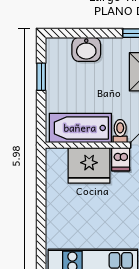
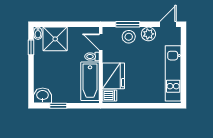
washbasin: (86, 49) -> (43, 96), moved, turned -90
dishwasher: (121, 159) -> (109, 96), moved

